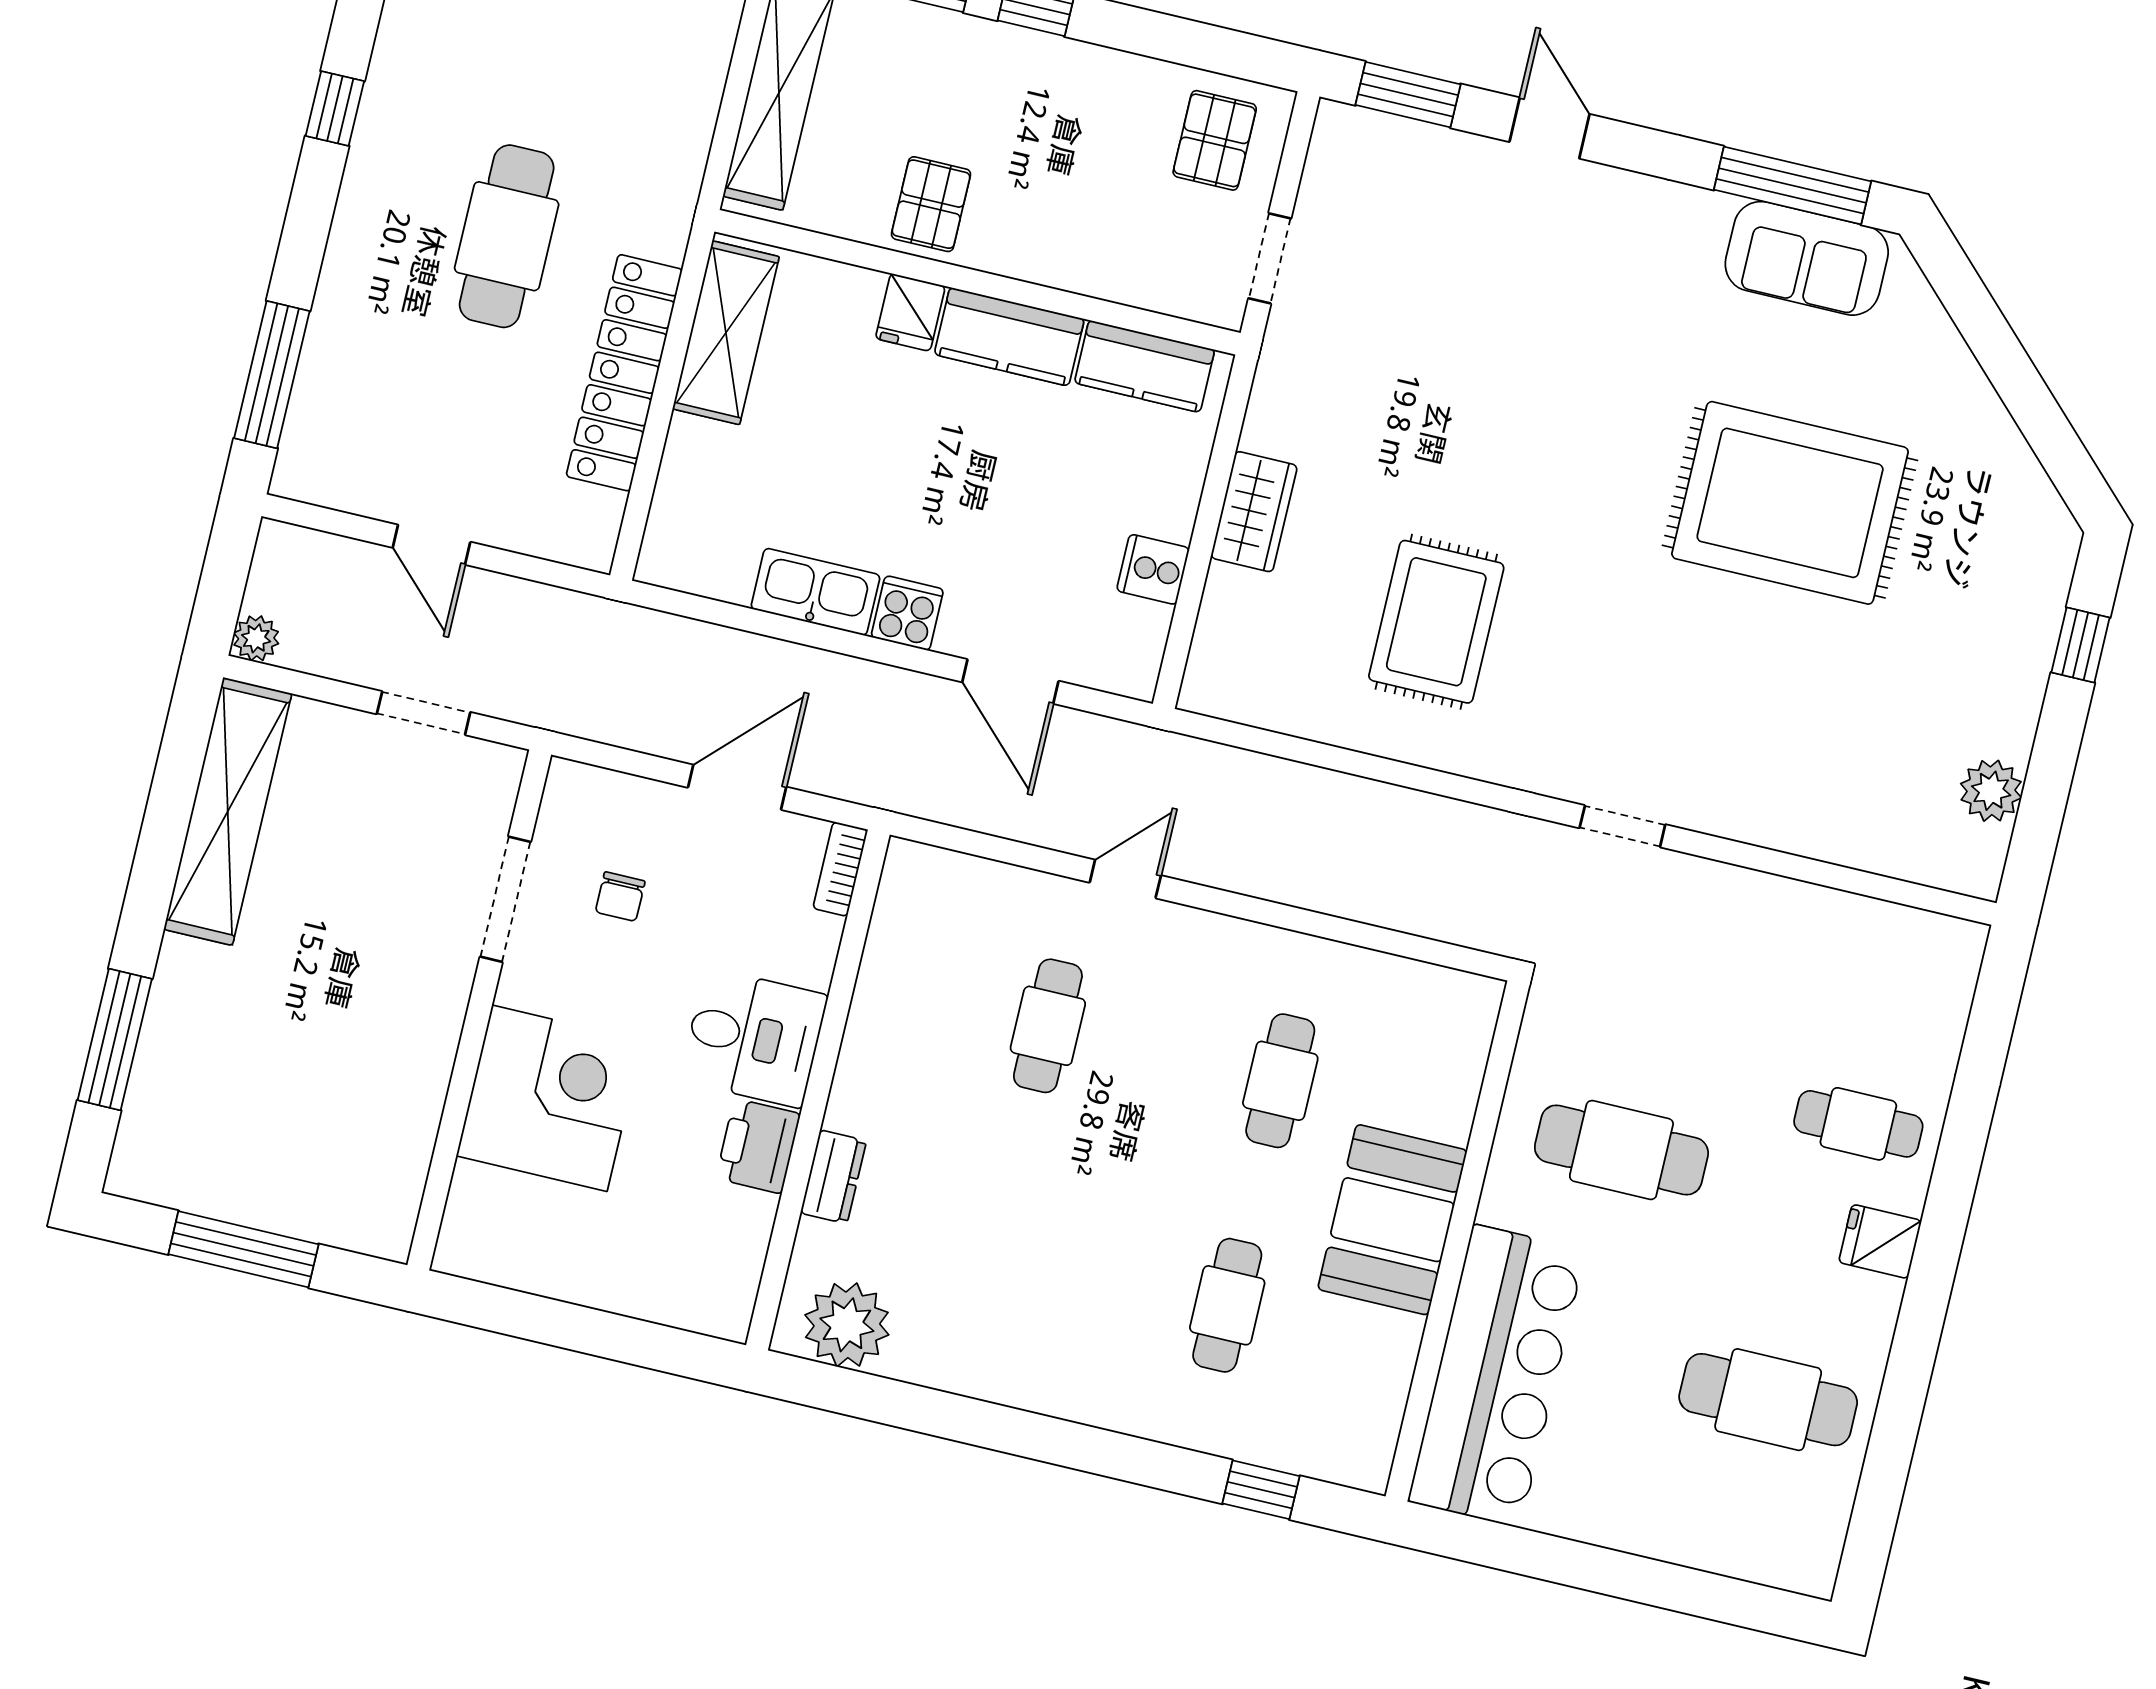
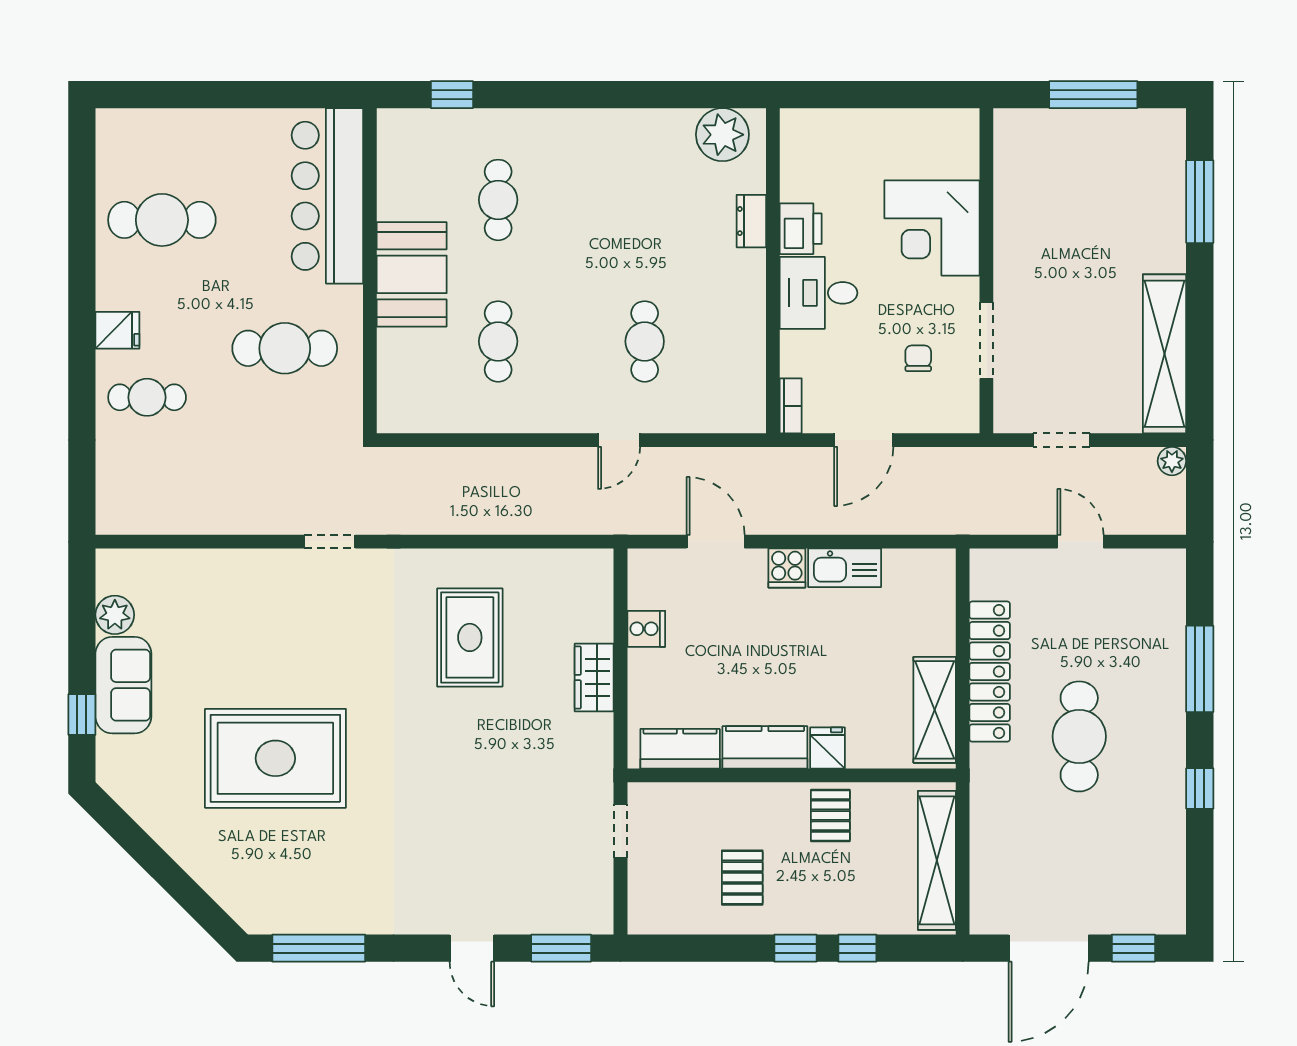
pallet: (1215, 140) -> (742, 878), moved
sofa: (1807, 258) -> (123, 685), moved, turned 90
window: (272, 375) -> (1200, 669), moved

